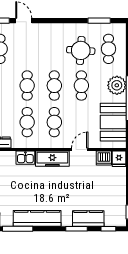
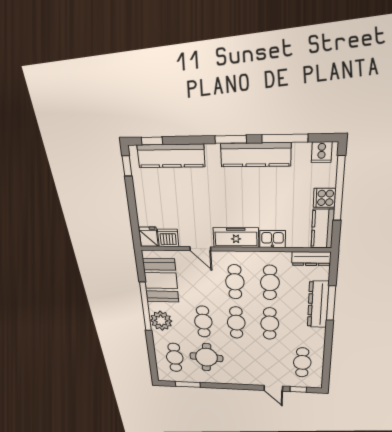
door: (80, 149) -> (200, 249), hinge flipped
kitchen counter: (88, 218) -> (171, 156), width x1.50
window: (76, 229) -> (231, 139), moved

